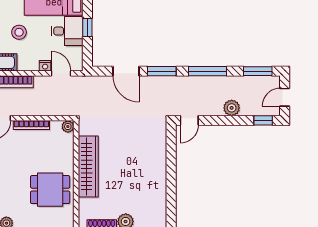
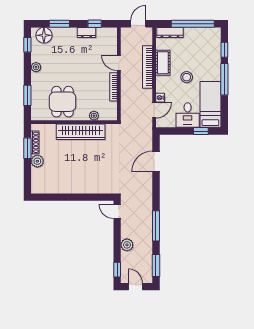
window: (87, 28) -> (201, 131), moved
window: (162, 71) -> (156, 190), removed
plant: (68, 127) -> (94, 116), moved

